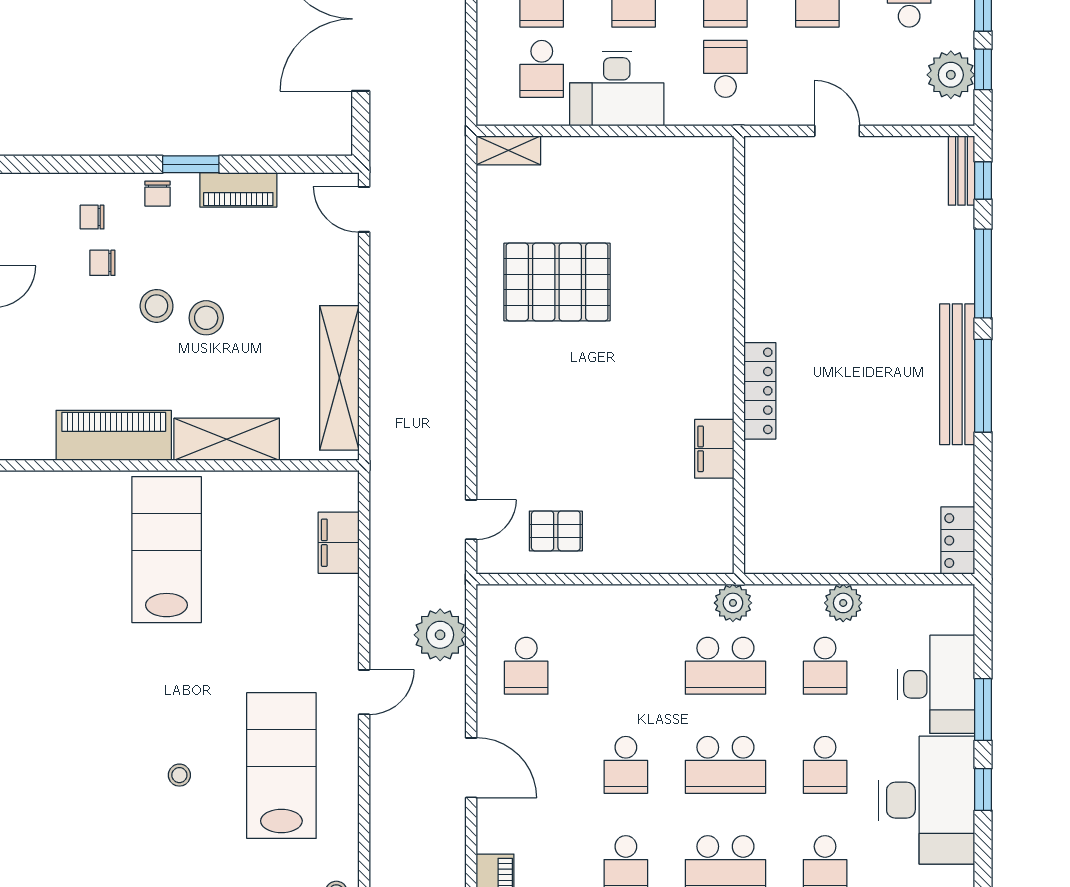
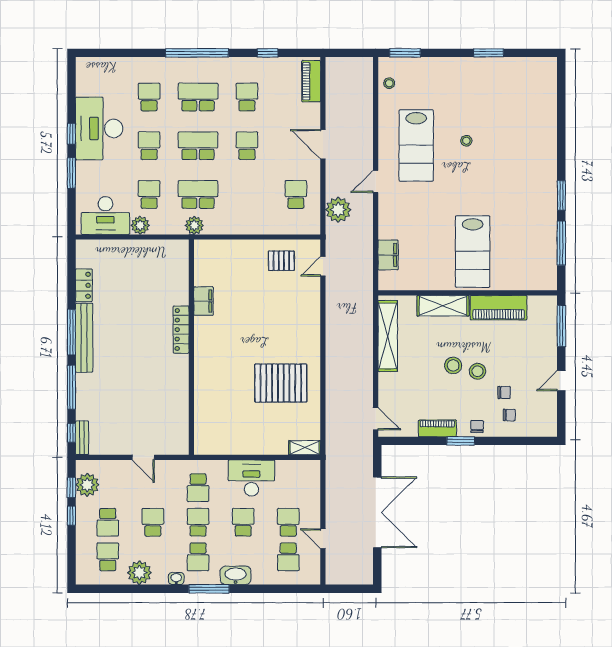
school desk: (542, 69) -> (288, 488), removed
locker: (958, 541) -> (84, 285), moved
desk: (936, 684) -> (105, 216), moved, turned -90

